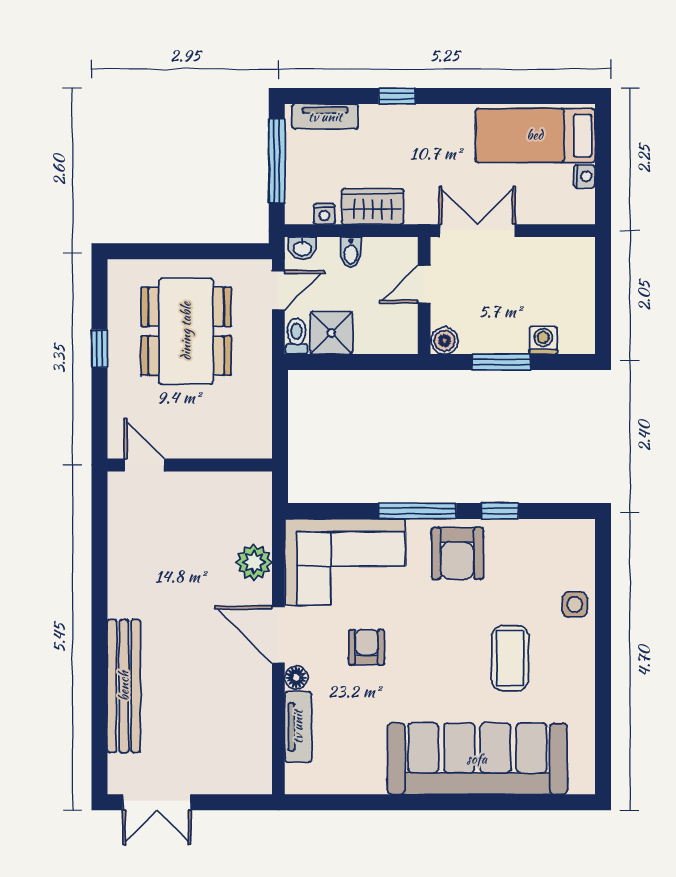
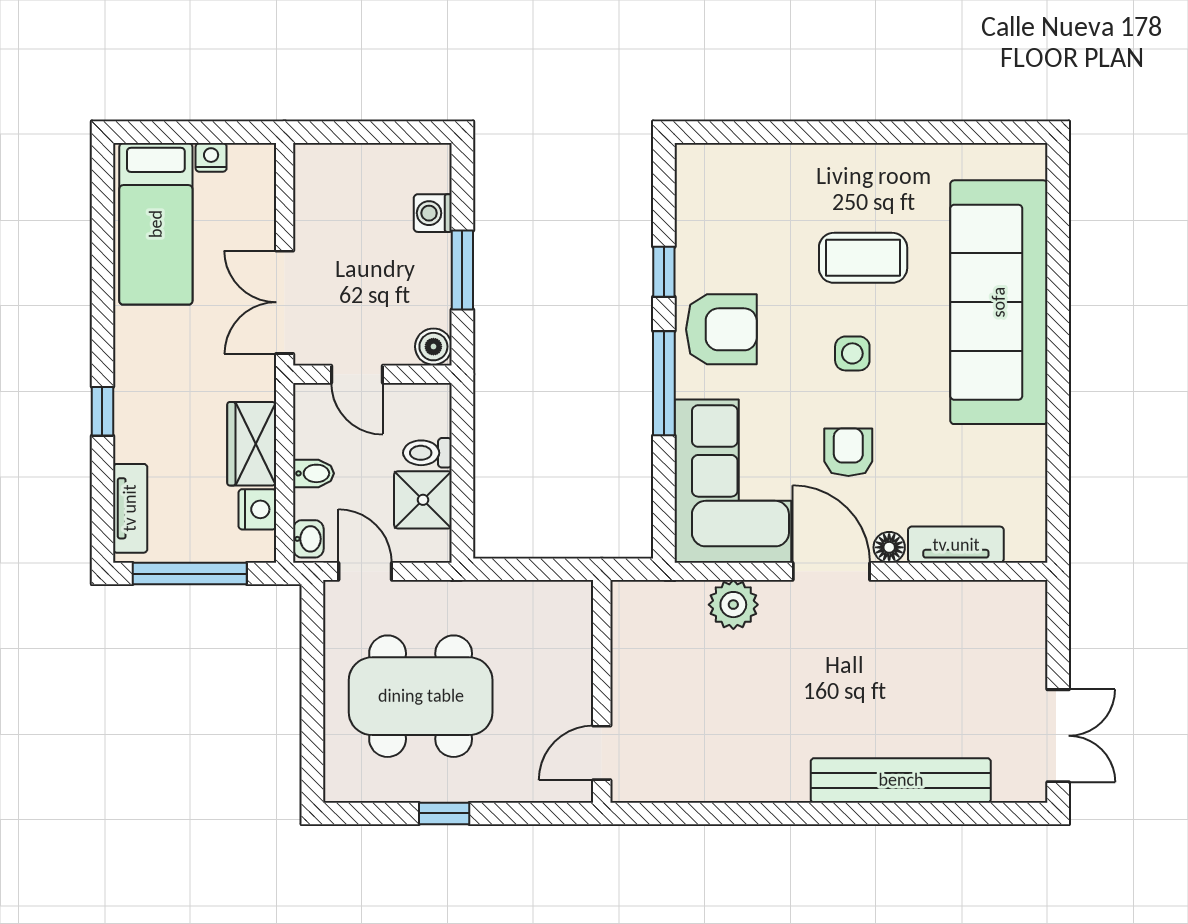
nightstand: (324, 214) -> (257, 509), width x1.39, depth x1.35
toilet: (297, 336) -> (427, 453), moved
side table: (575, 605) -> (852, 353), moved
door: (278, 635) -> (831, 571), swing flipped
armchair: (367, 647) -> (848, 452), turned 90

